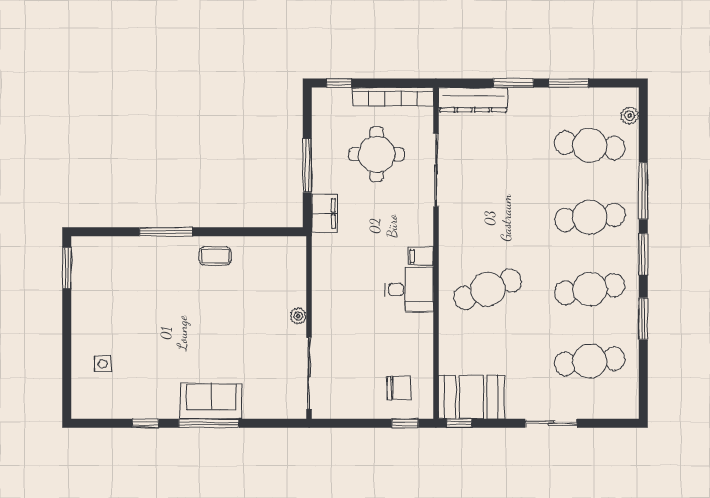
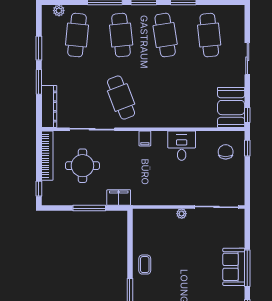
cafe table: (488, 289) -> (121, 98), moved
desk: (409, 290) -> (182, 146), moved

